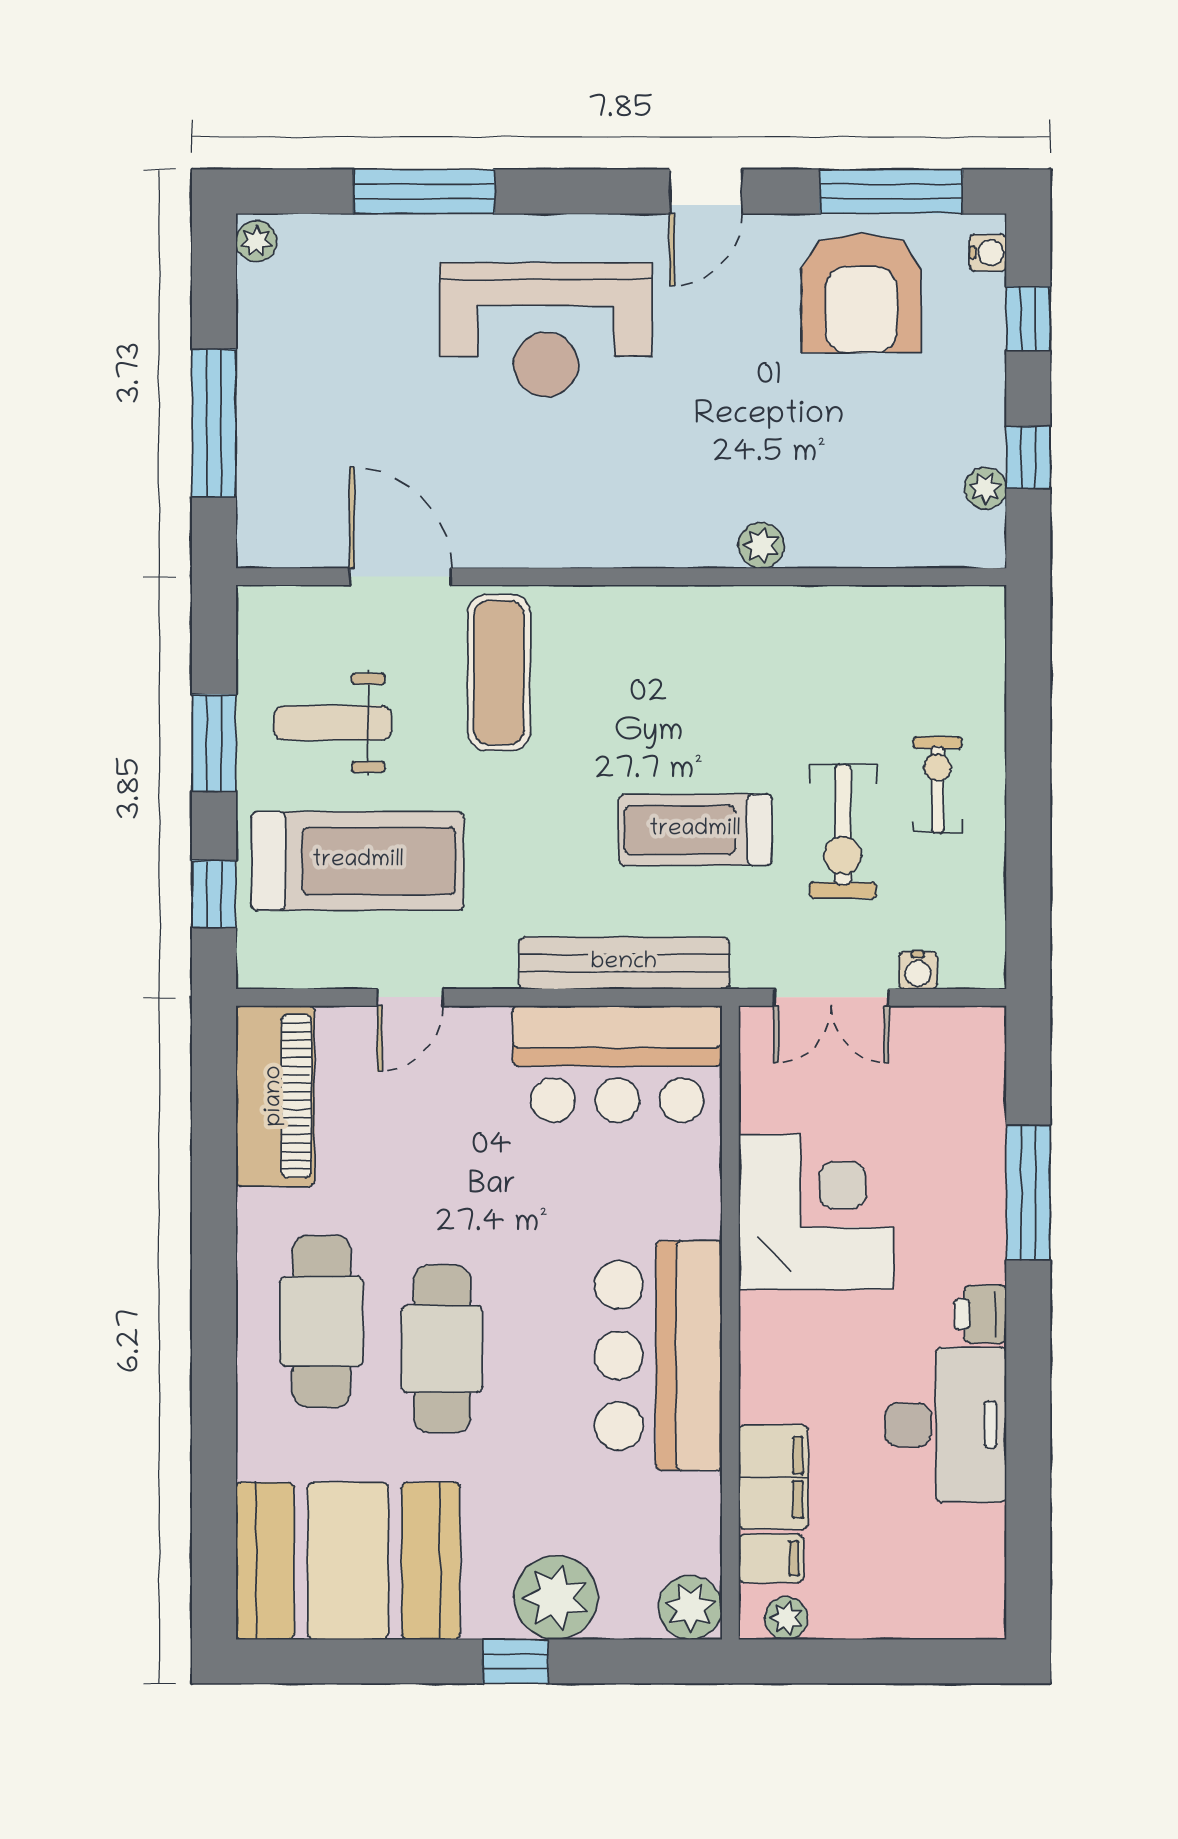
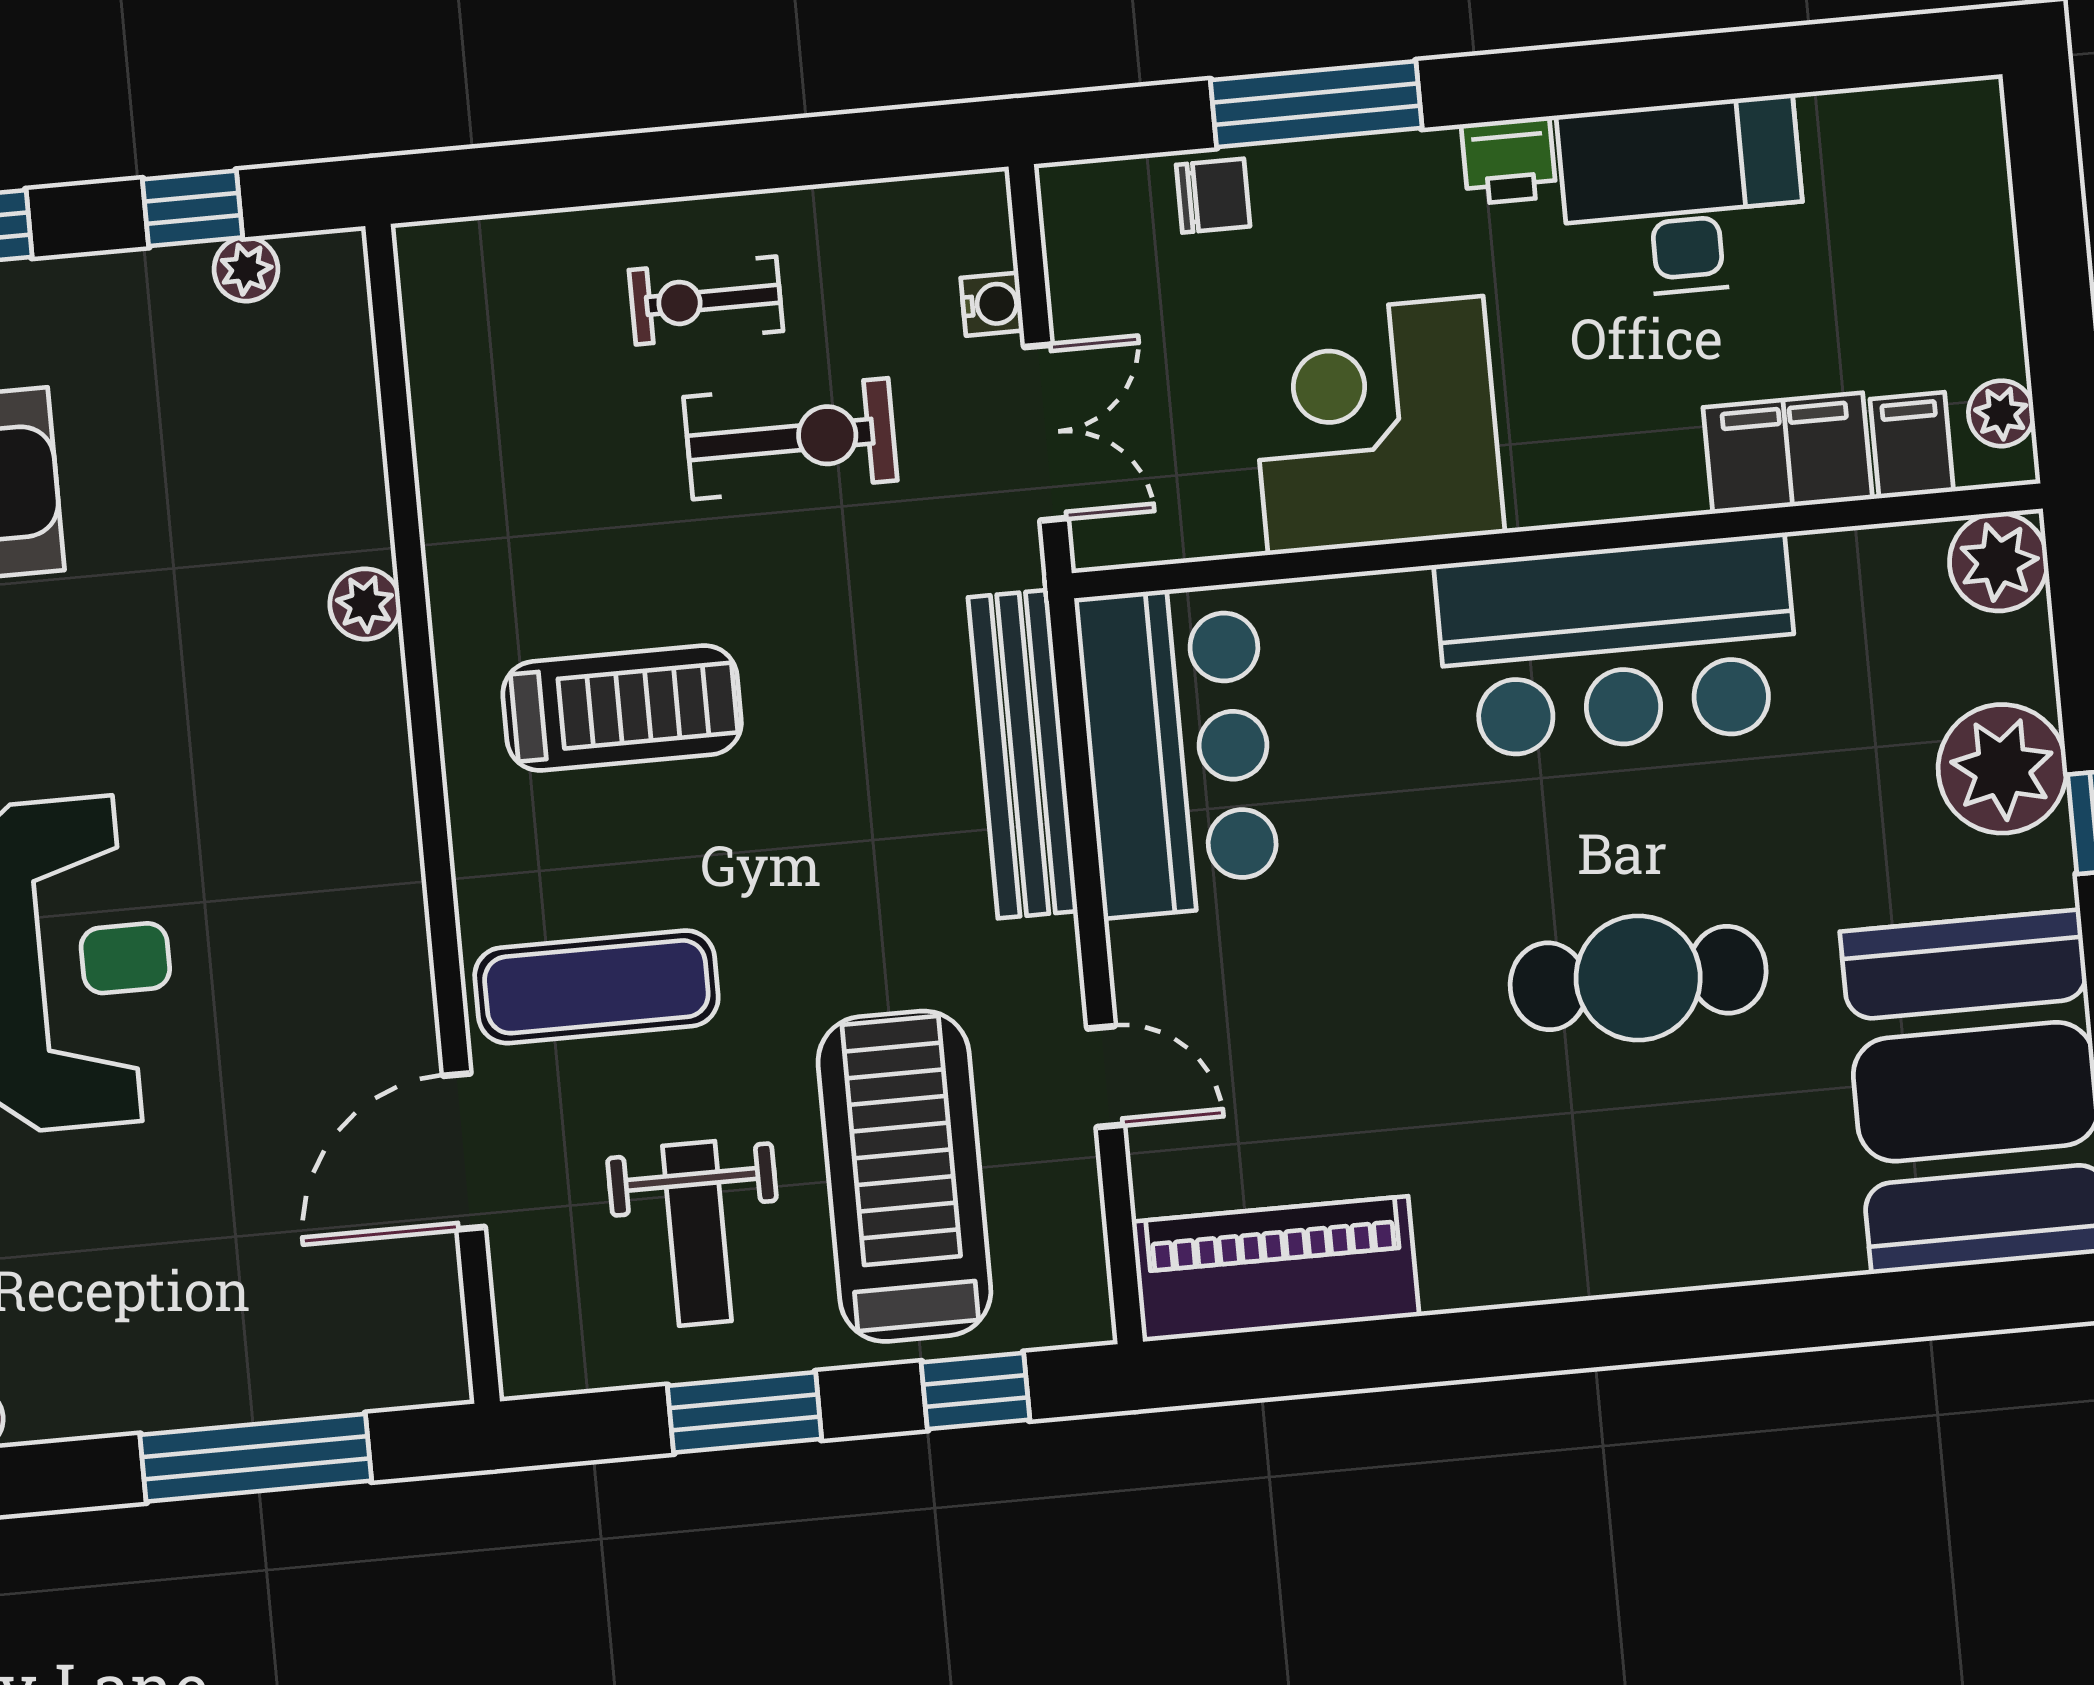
treadmill: (695, 830) -> (622, 708), moved, turned -90
chair: (975, 1120) -> (1213, 196), added
cafe table: (322, 1321) -> (1613, 1166), removed

